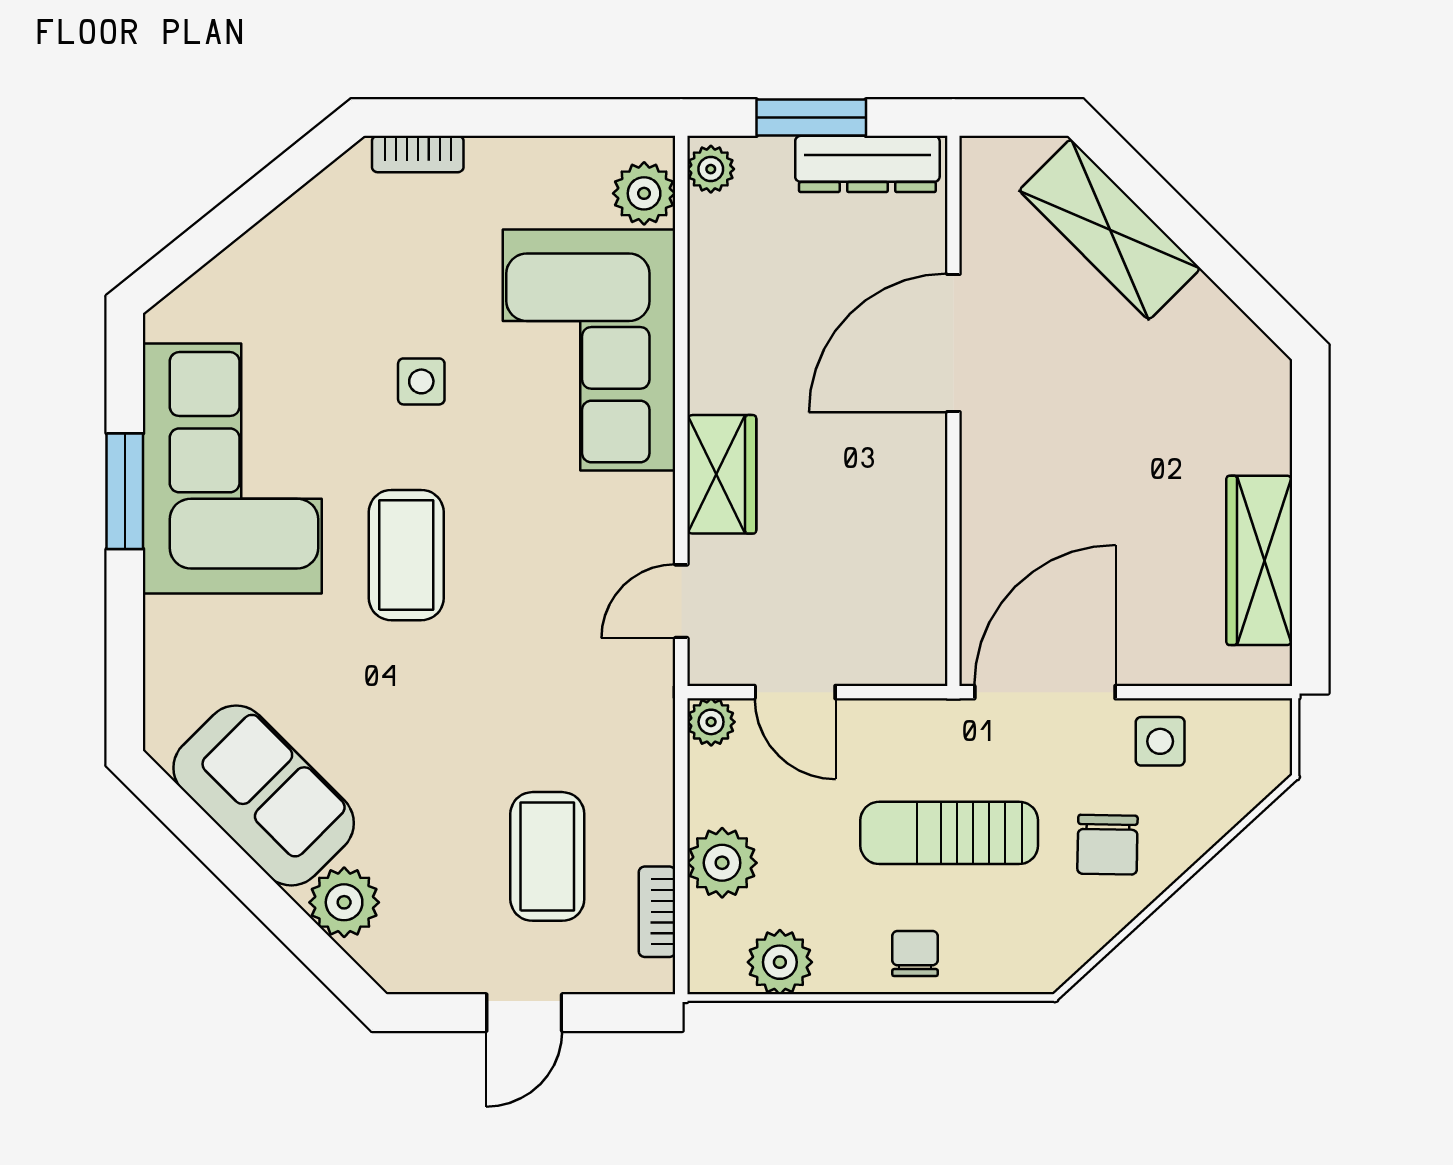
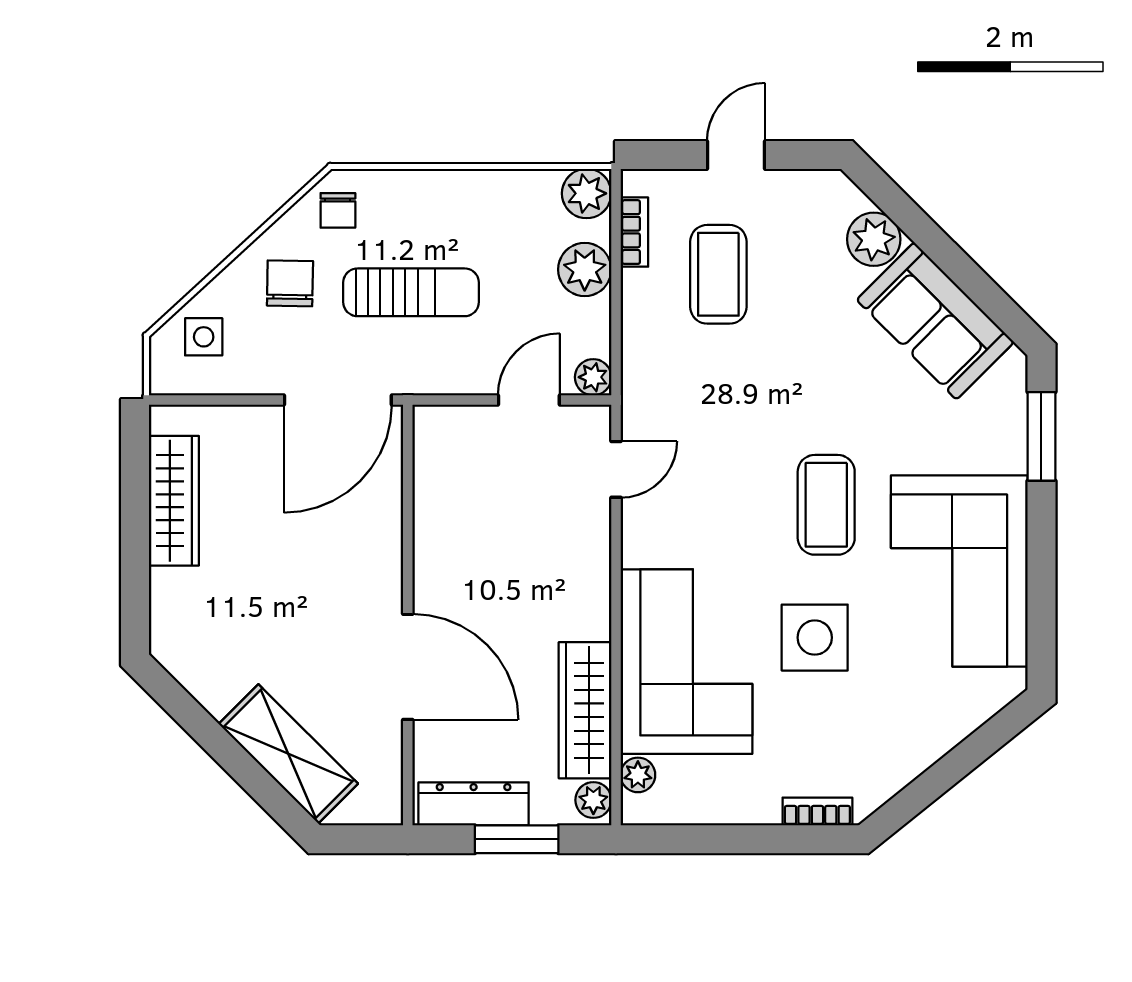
plant: (644, 193) -> (638, 775), width x0.73, depth x0.73
door: (953, 343) -> (408, 667), hinge flipped
side table: (421, 381) -> (815, 638), width x1.87, depth x1.87
wardrobe: (722, 474) -> (585, 710), moved, width x1.50
window: (125, 491) -> (1041, 436), moved
door: (795, 692) -> (529, 400), hinge flipped
side table: (1160, 741) -> (204, 337), moved
chair: (915, 954) -> (338, 210), moved
plant: (780, 962) -> (587, 193), moved

